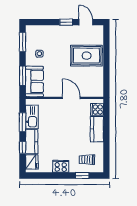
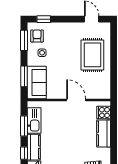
window: (66, 22) -> (44, 19), moved
armchair: (35, 38) -> (37, 36), added
rug: (87, 56) -> (92, 55), turned 90

